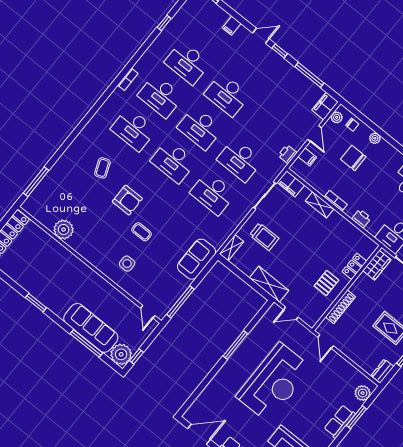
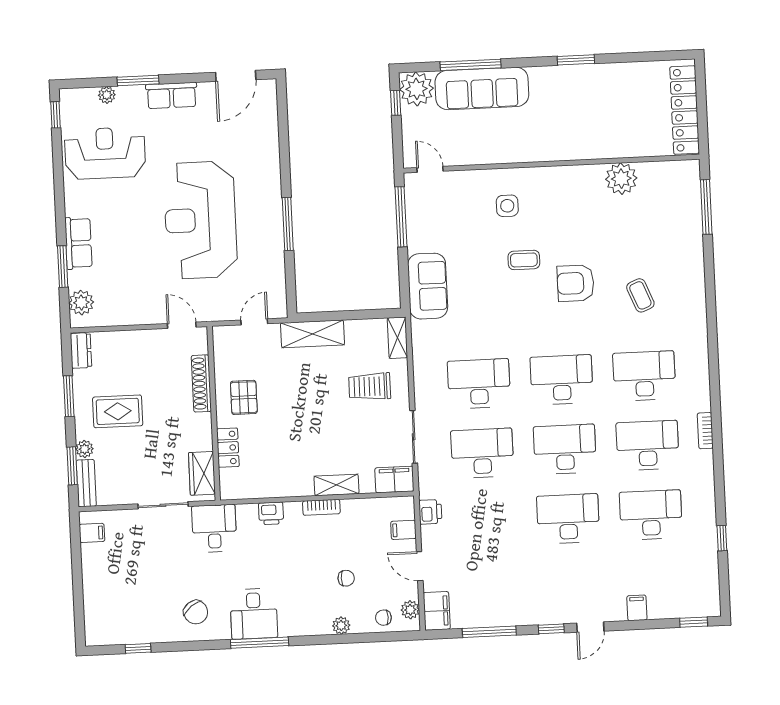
chair: (353, 158) -> (346, 578), width x0.54, depth x0.54

